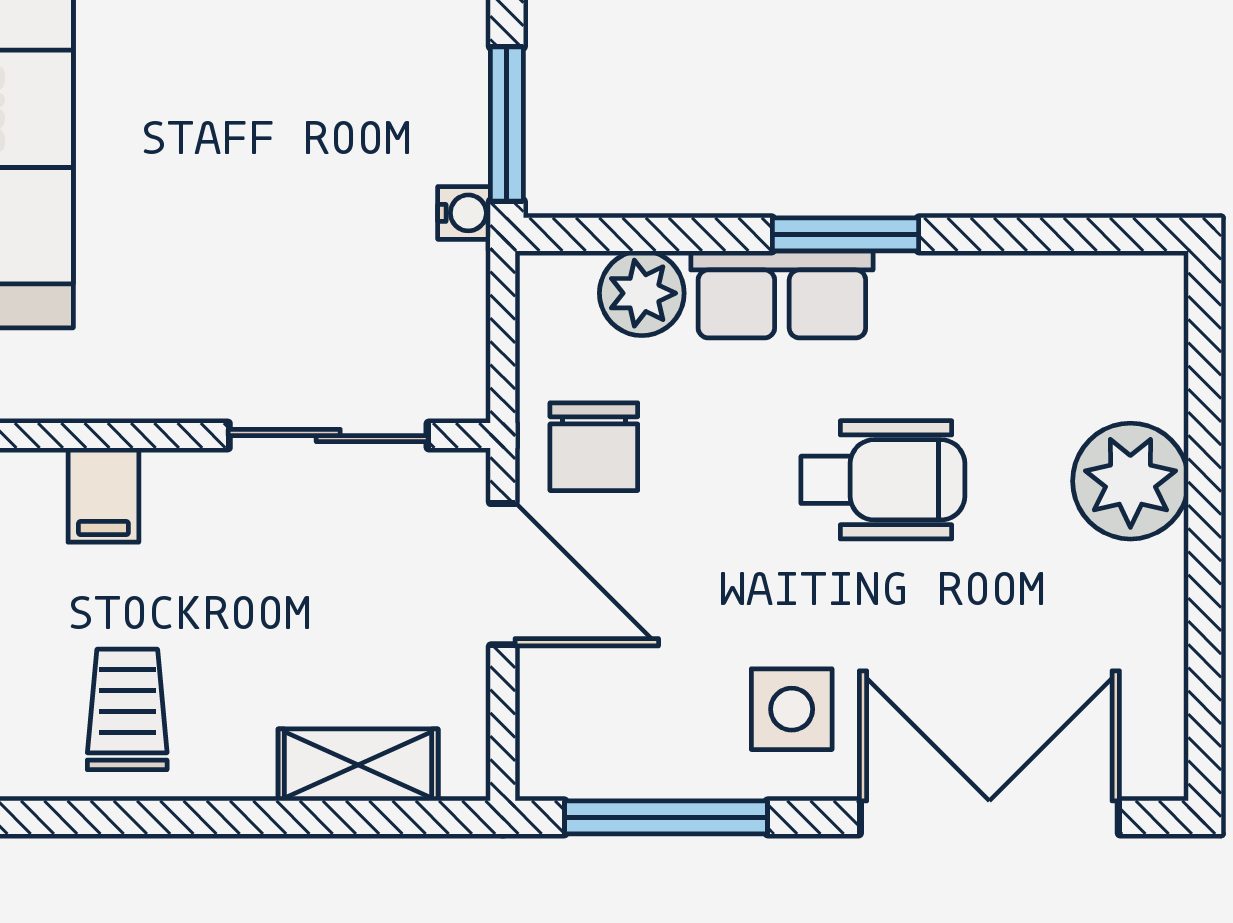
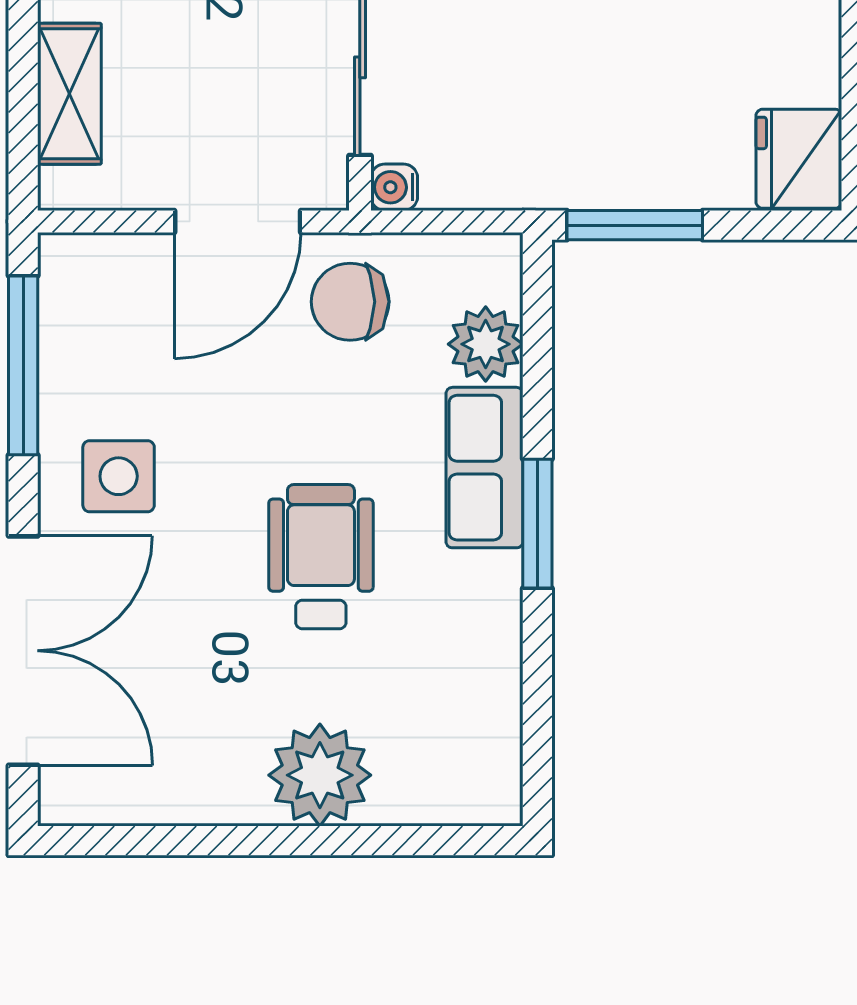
water cooler: (464, 213) -> (394, 187), moved, turned 90
wheelchair: (883, 480) -> (321, 557), turned 180

